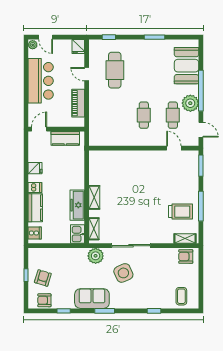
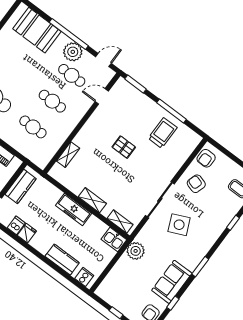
cafe table: (115, 115) -> (33, 127), added
dishwasher: (35, 187) -> (16, 225), moved
pallet: (149, 191) -> (124, 147), added
freezer: (77, 205) -> (73, 210), moved
shelving: (185, 239) -> (68, 155), moved
plant: (96, 256) -> (136, 251), moved
armchair: (43, 278) -> (196, 184), moved
sofa: (92, 299) -> (172, 282), moved

